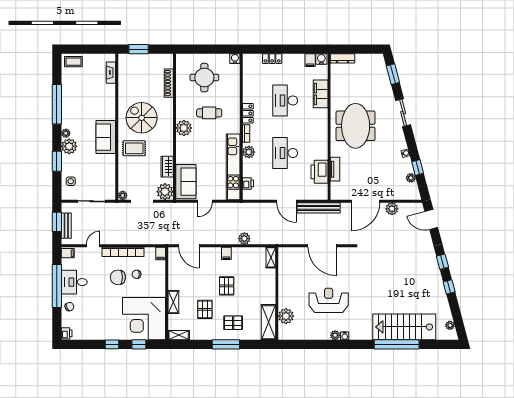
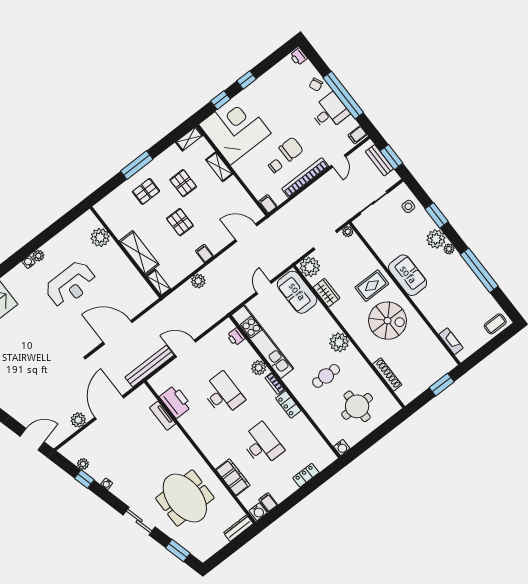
meeting table: (356, 126) -> (185, 498), moved
shelving: (268, 322) -> (139, 253), moved

